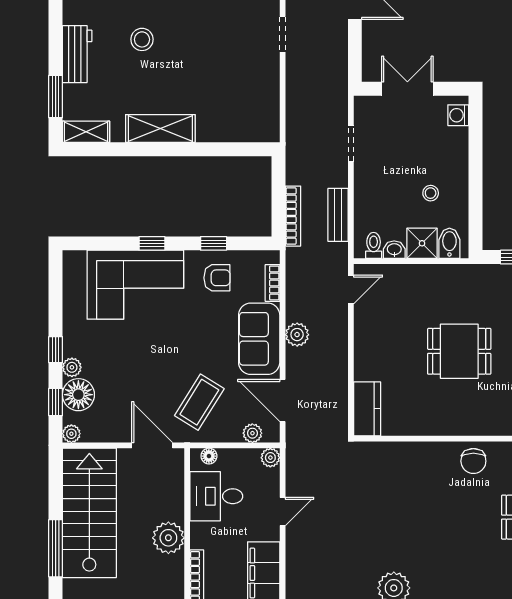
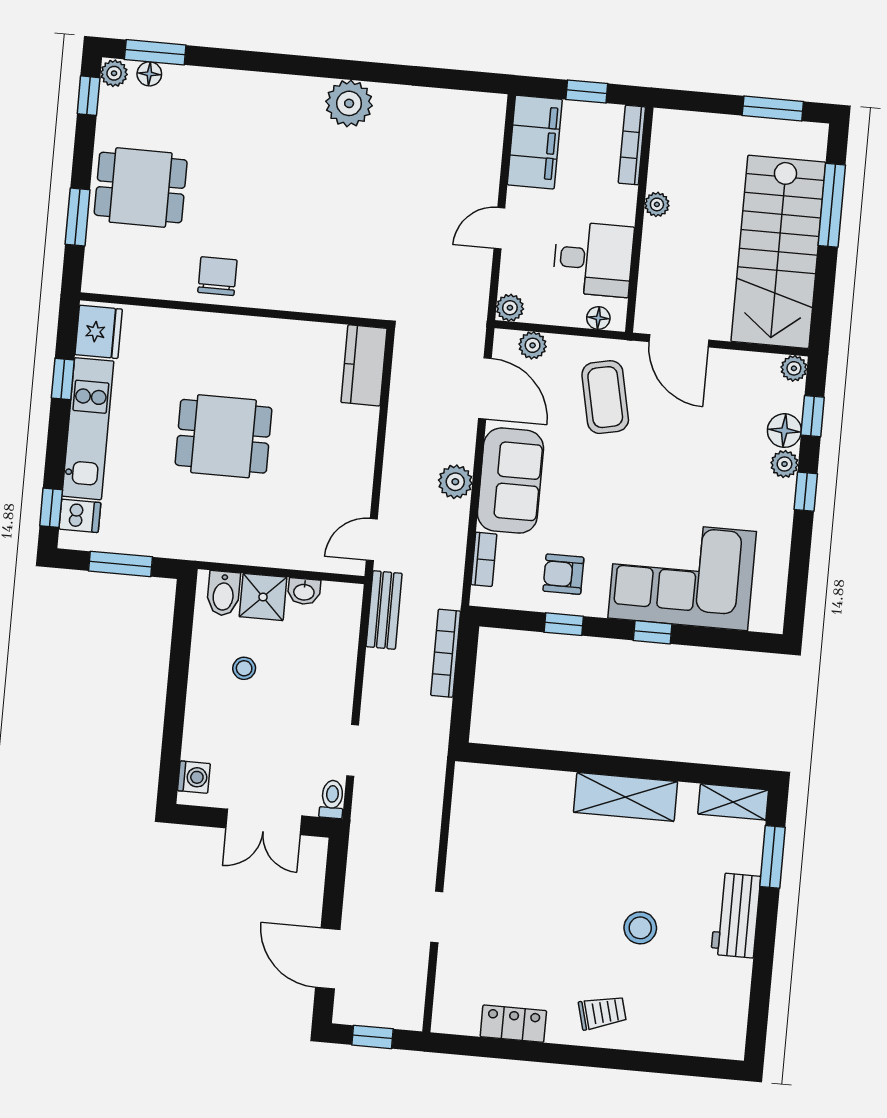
bench: (338, 215) -> (384, 610), moved
toilet: (374, 245) -> (332, 799), moved, turned 180
floor lamp: (78, 395) -> (784, 431), width x0.73, depth x0.73
coffee table: (199, 402) -> (605, 397), turned -44
plant: (168, 538) -> (657, 204), width x0.53, depth x0.53

